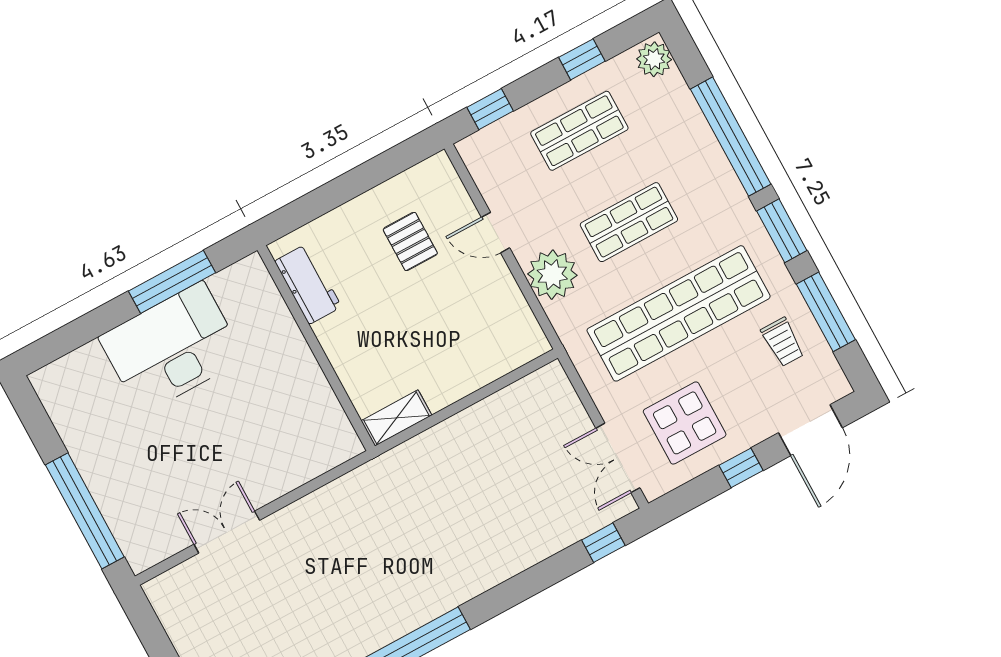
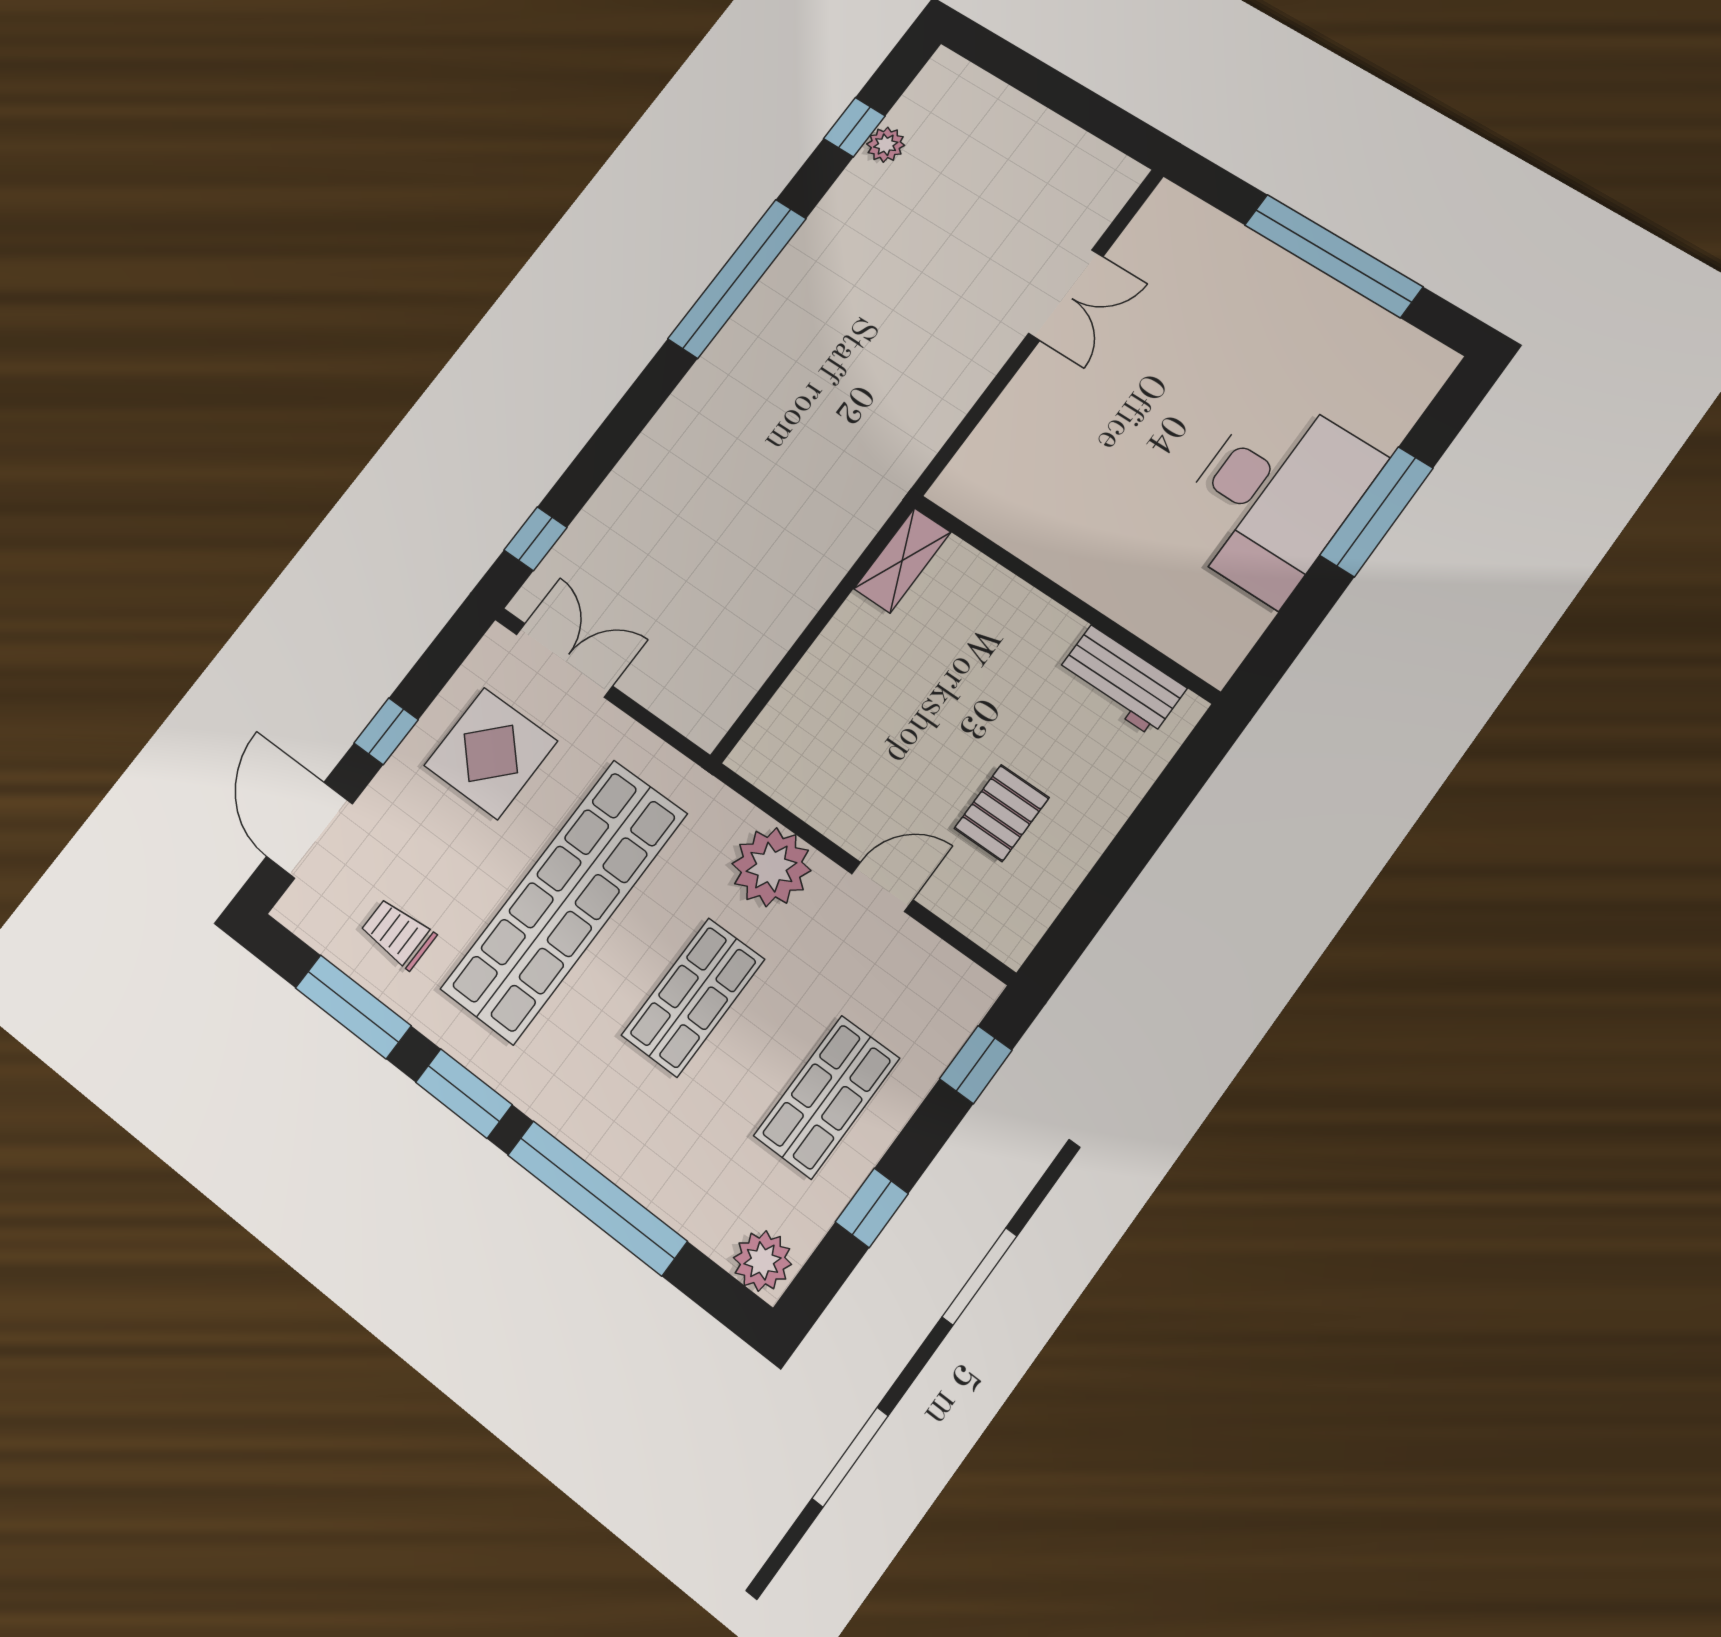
pallet: (410, 241) -> (1002, 813), turned 90
window: (172, 282) -> (1376, 512), moved
window: (85, 511) -> (1333, 256), moved

